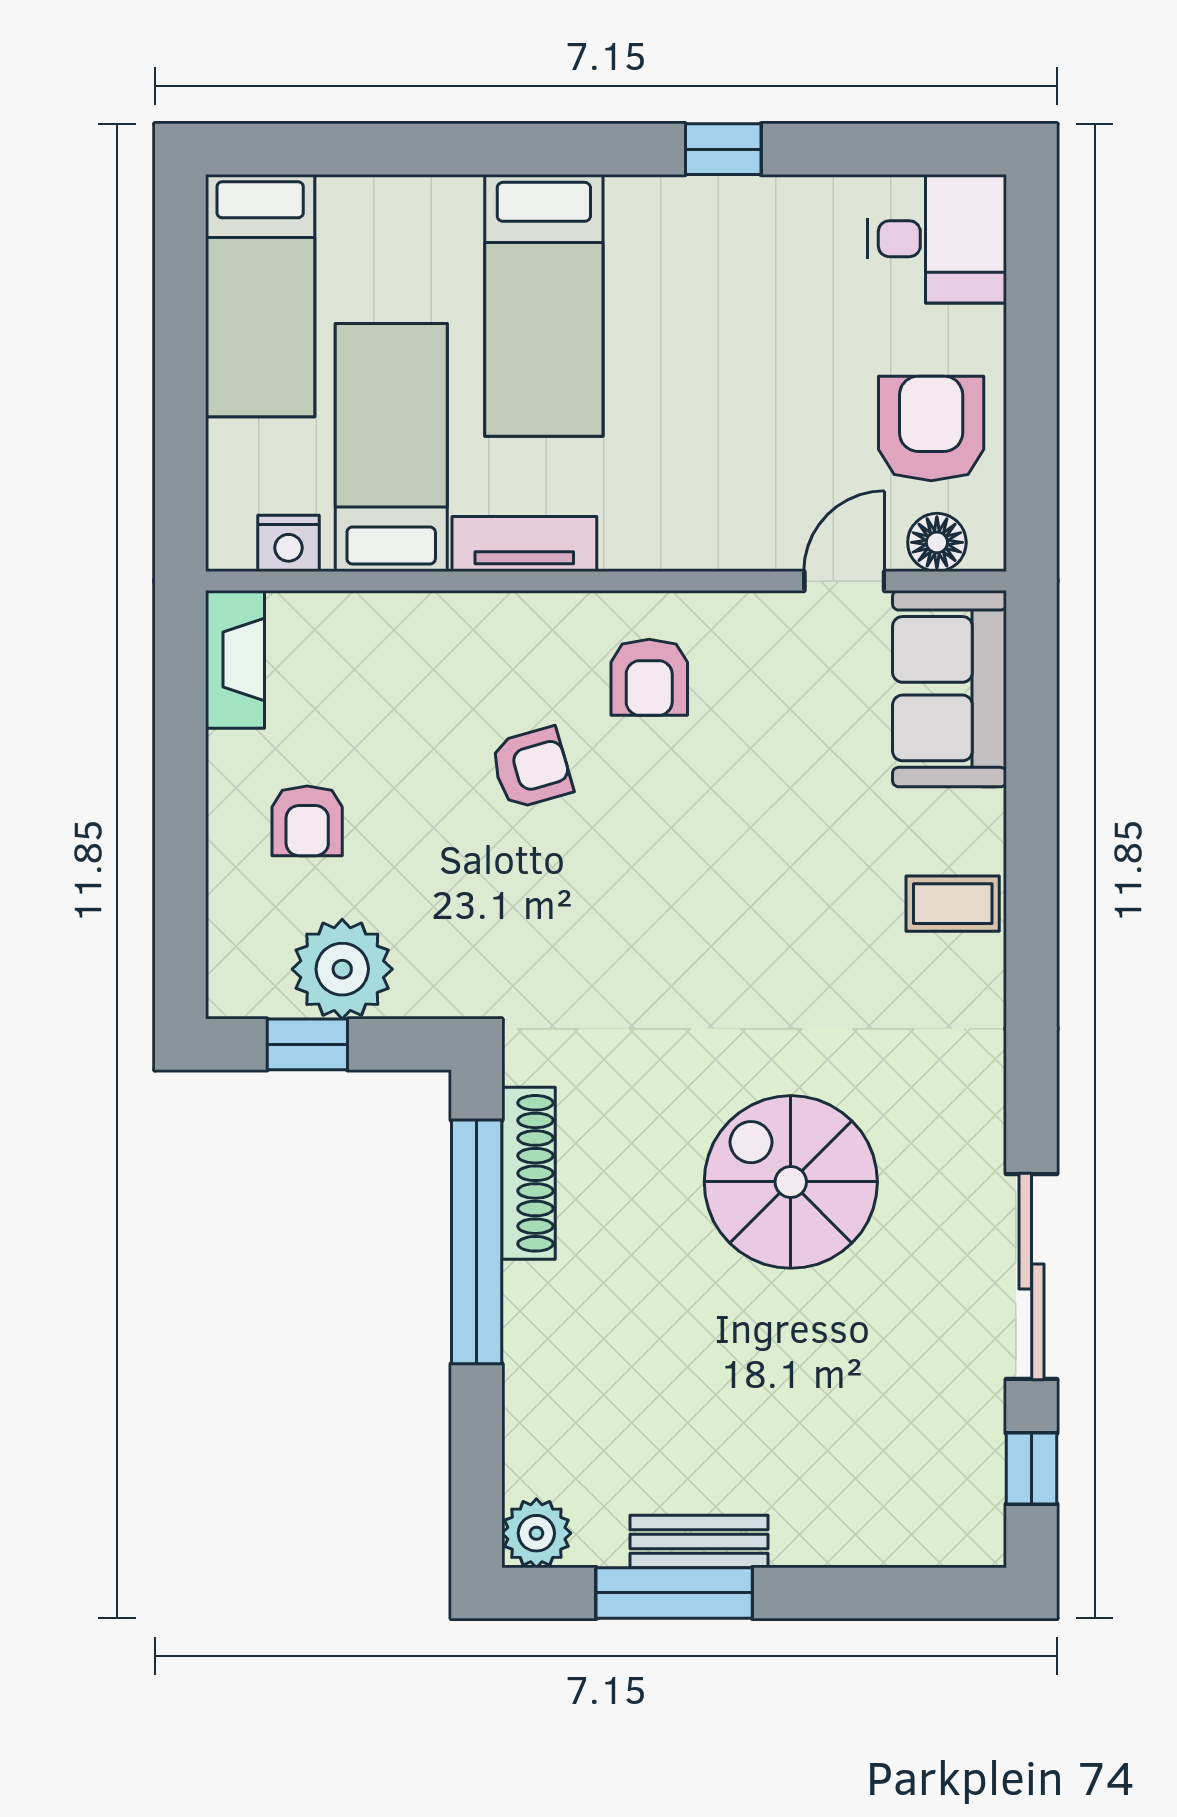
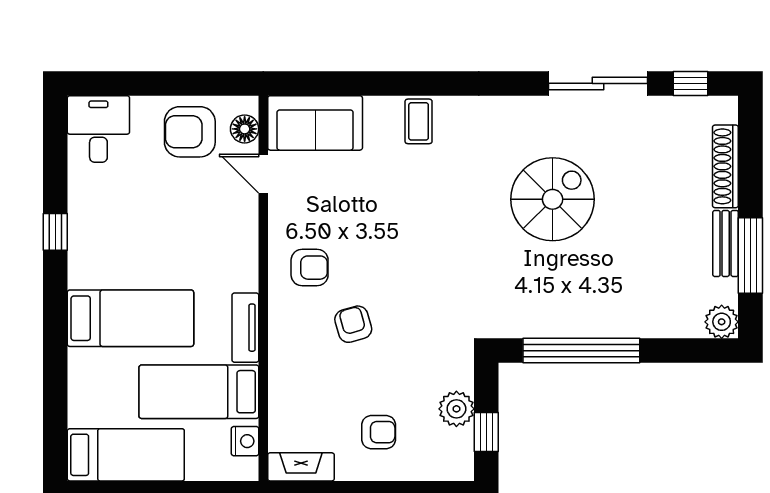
plant: (342, 969) -> (456, 409), width x0.73, depth x0.73
shoe rack: (528, 1173) -> (725, 166), moved, turned -90
spiral stairs: (791, 1182) -> (553, 199), turned 180

